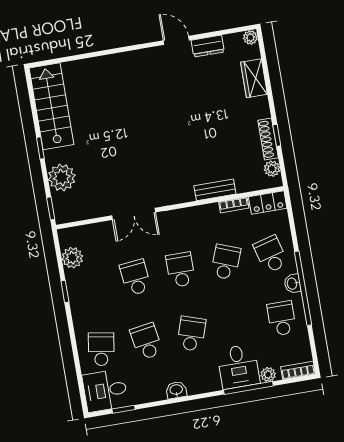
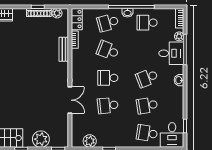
school desk: (191, 334) -> (147, 78), turned -39
washbasin: (176, 390) -> (179, 80), moved

